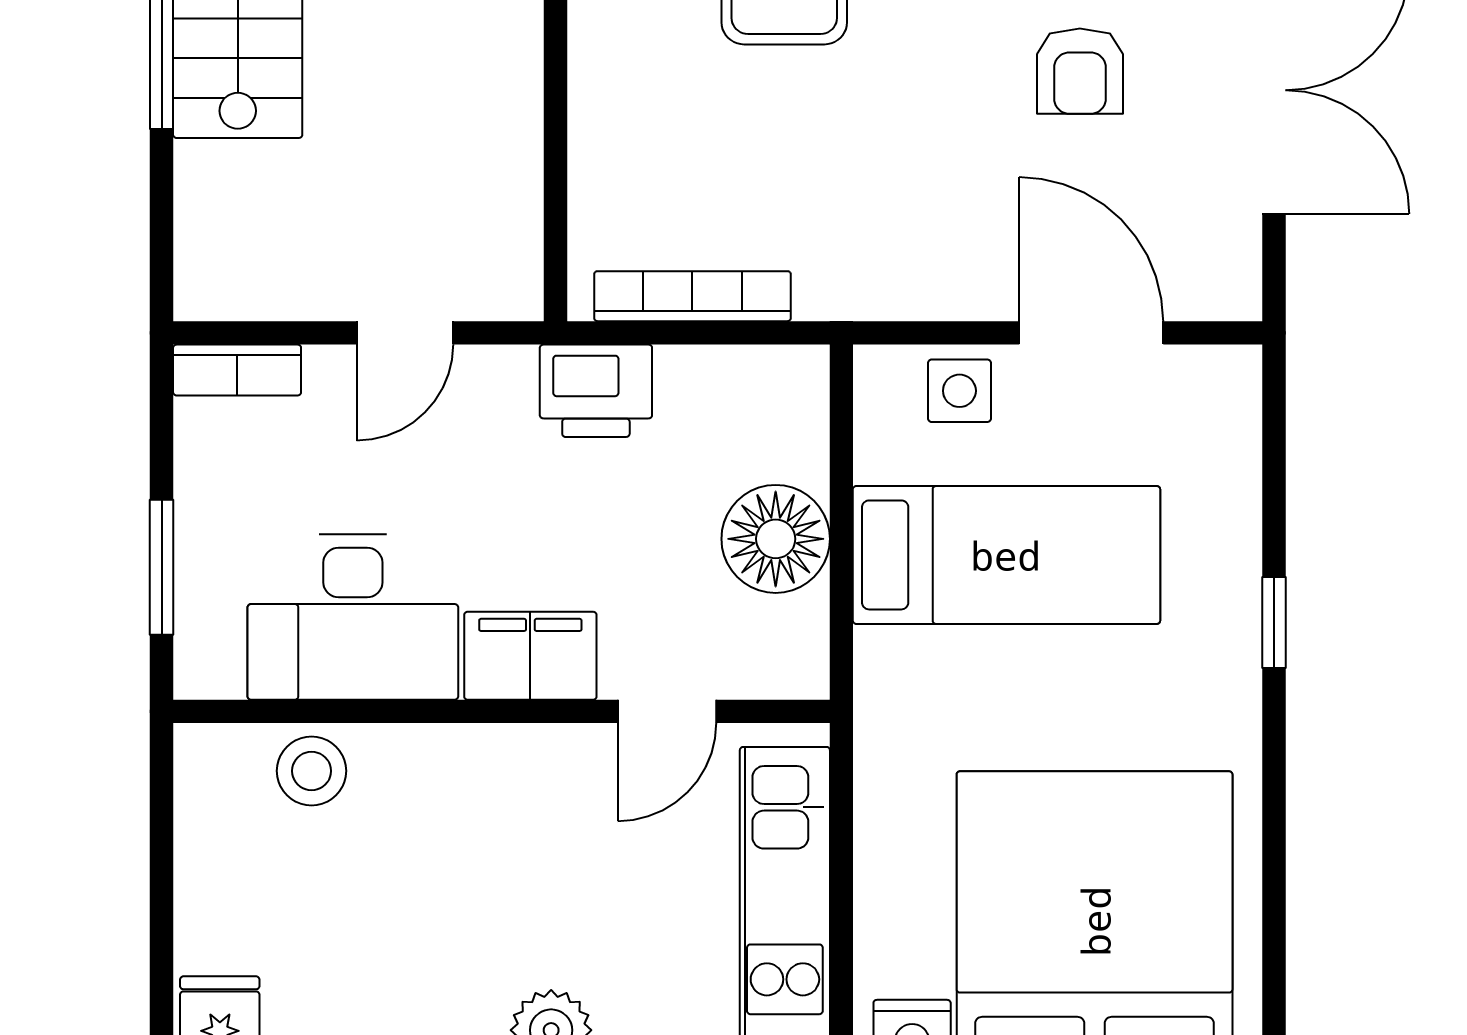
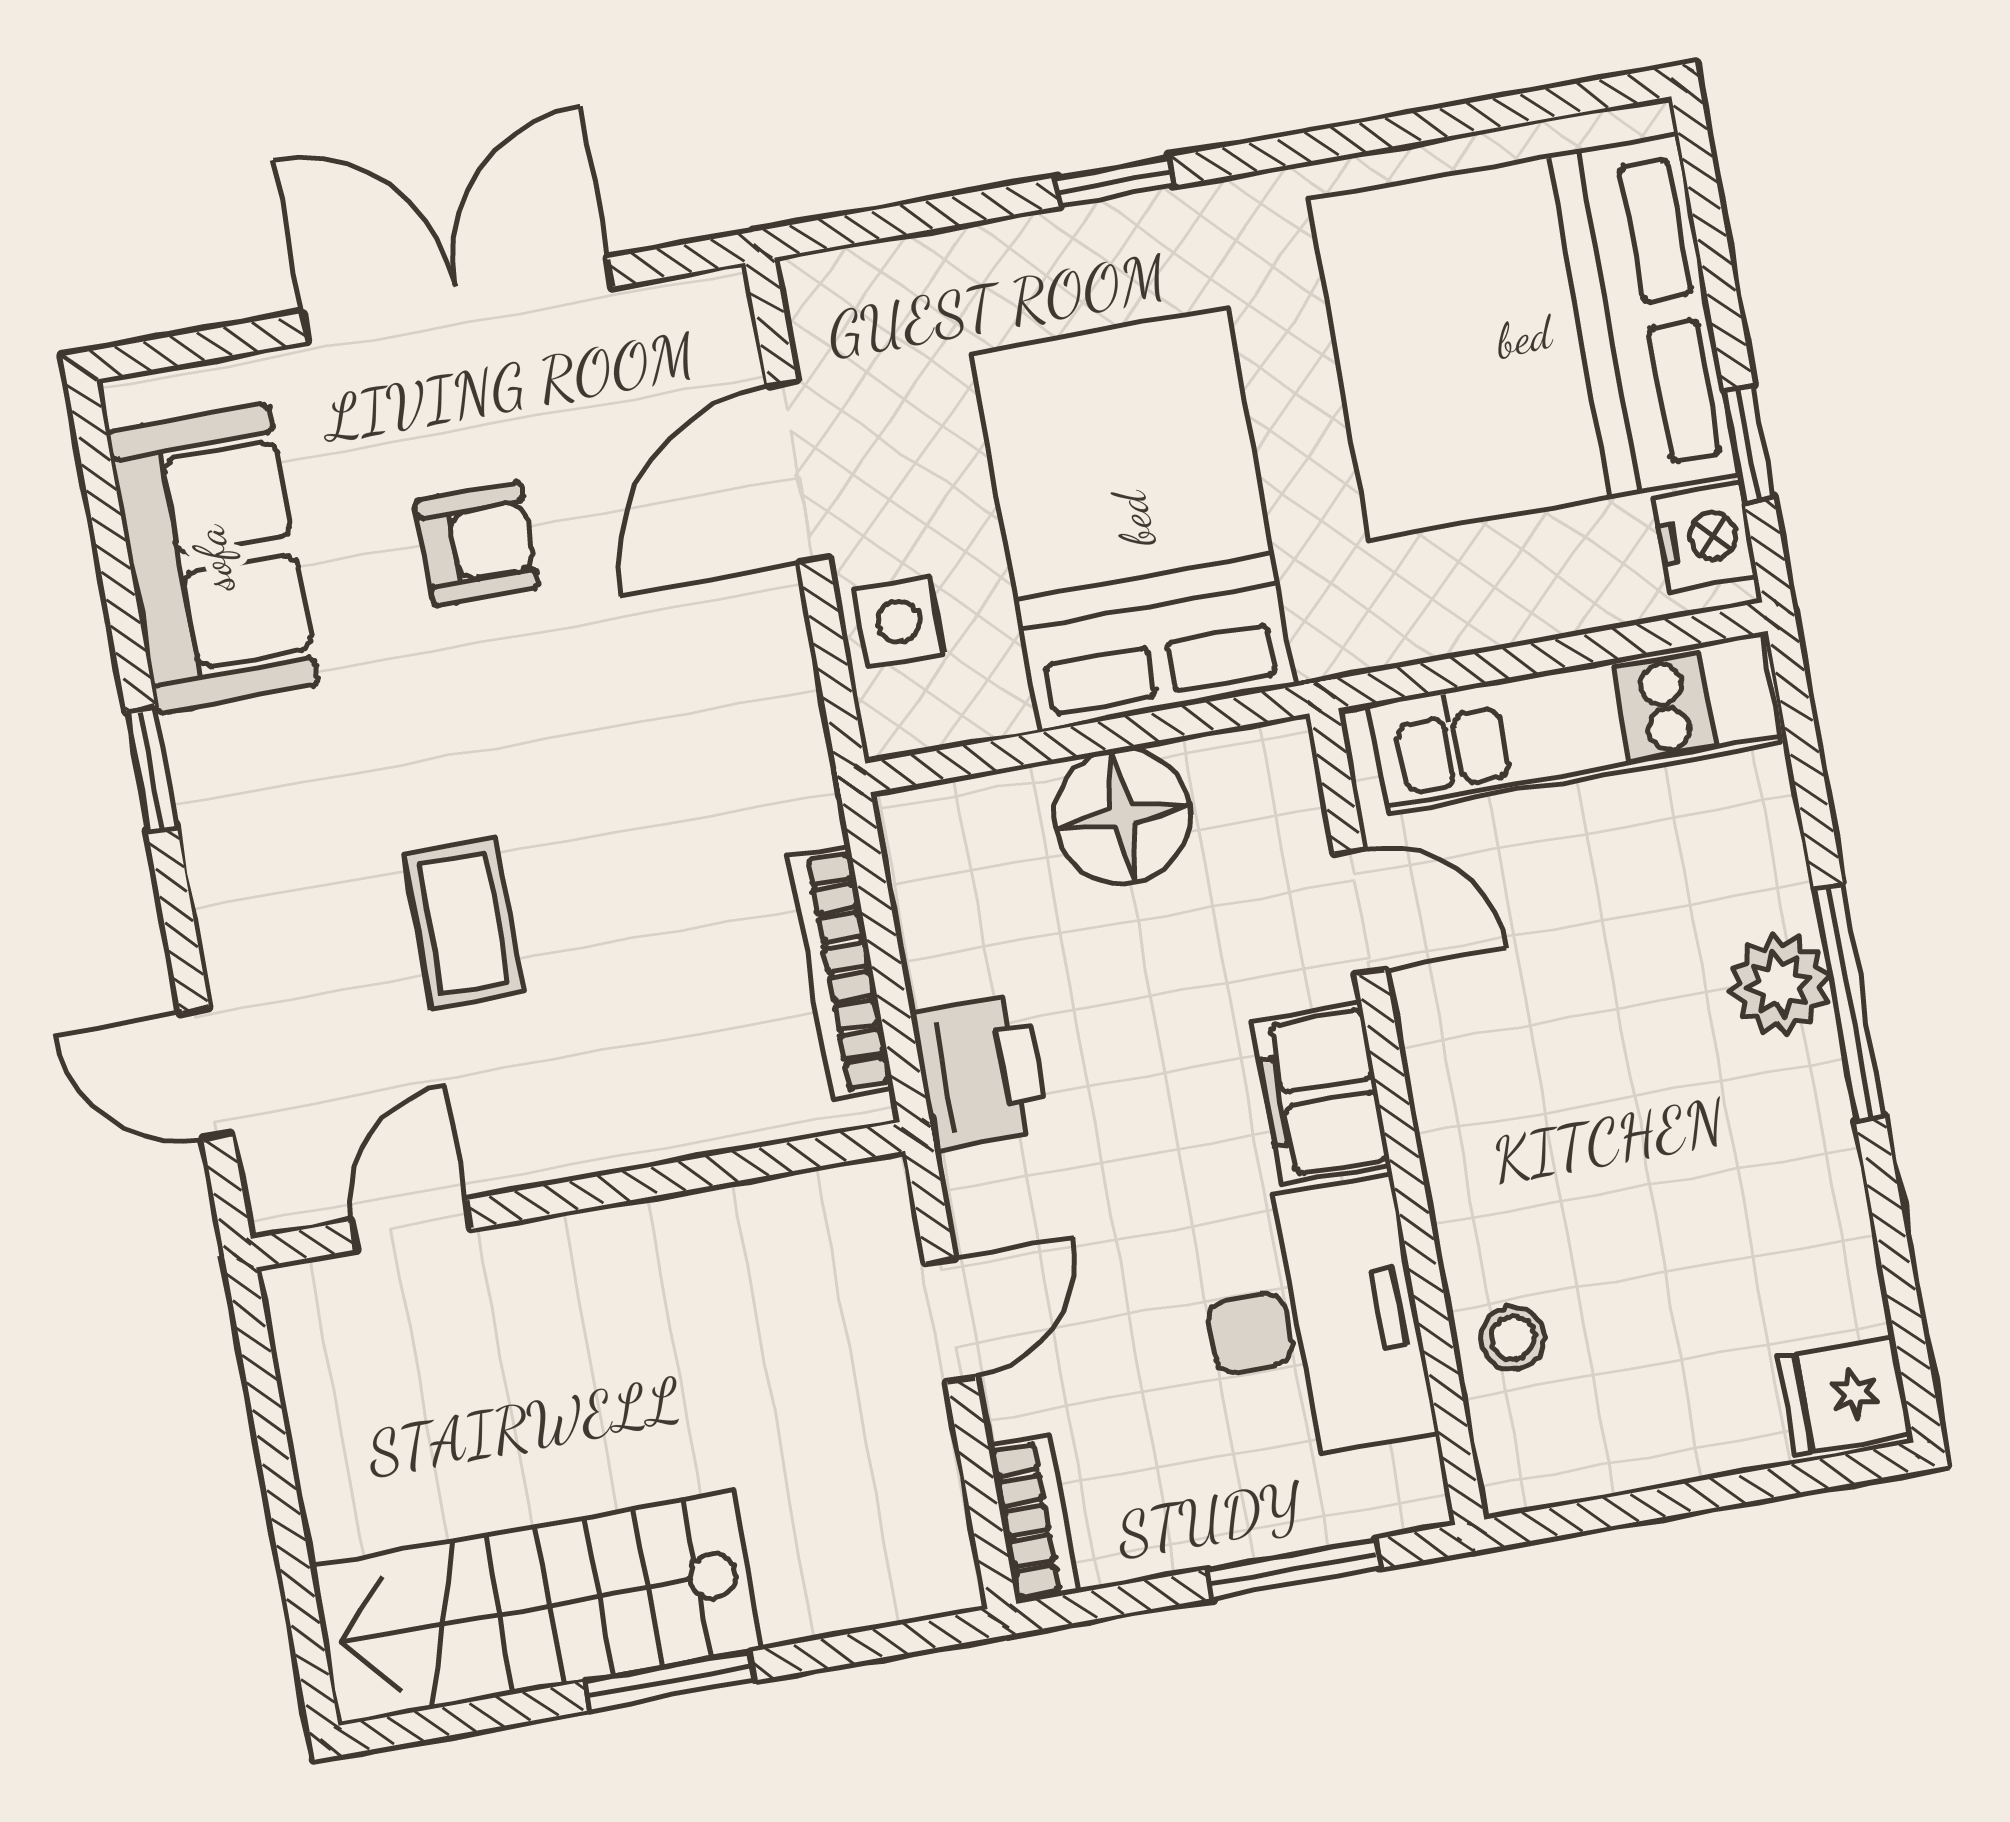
door: (405, 333) -> (950, 1320), hinge flipped
bed: (1006, 555) -> (1134, 519), width x1.50
stool: (312, 771) -> (1513, 1338), width x0.73, depth x0.73

